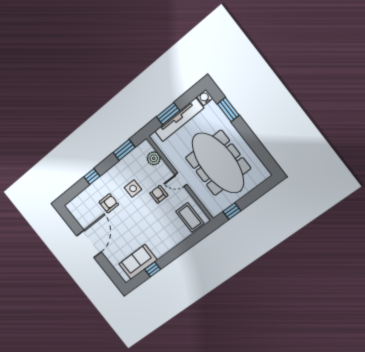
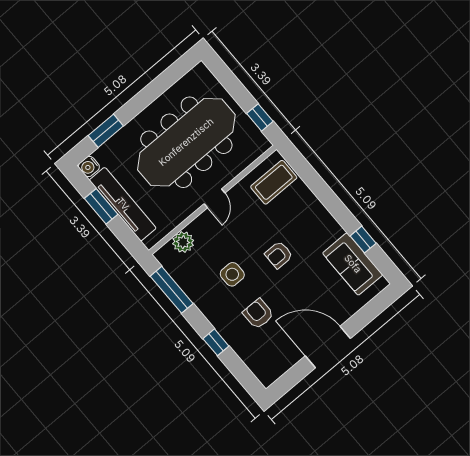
window: (168, 114) -> (101, 206), moved
window: (124, 150) -> (172, 290), width x1.44
armchair: (159, 194) -> (279, 255), moved

